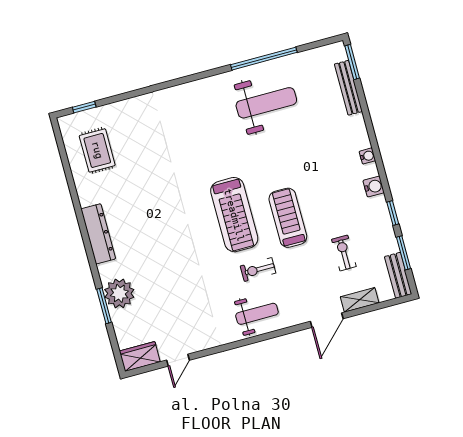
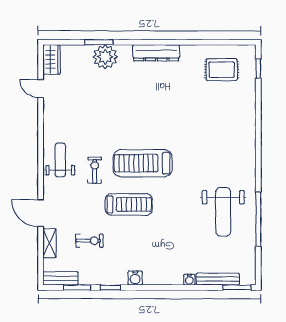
water cooler: (367, 156) -> (189, 280), moved
weight bench: (257, 314) -> (60, 160), turned 180

